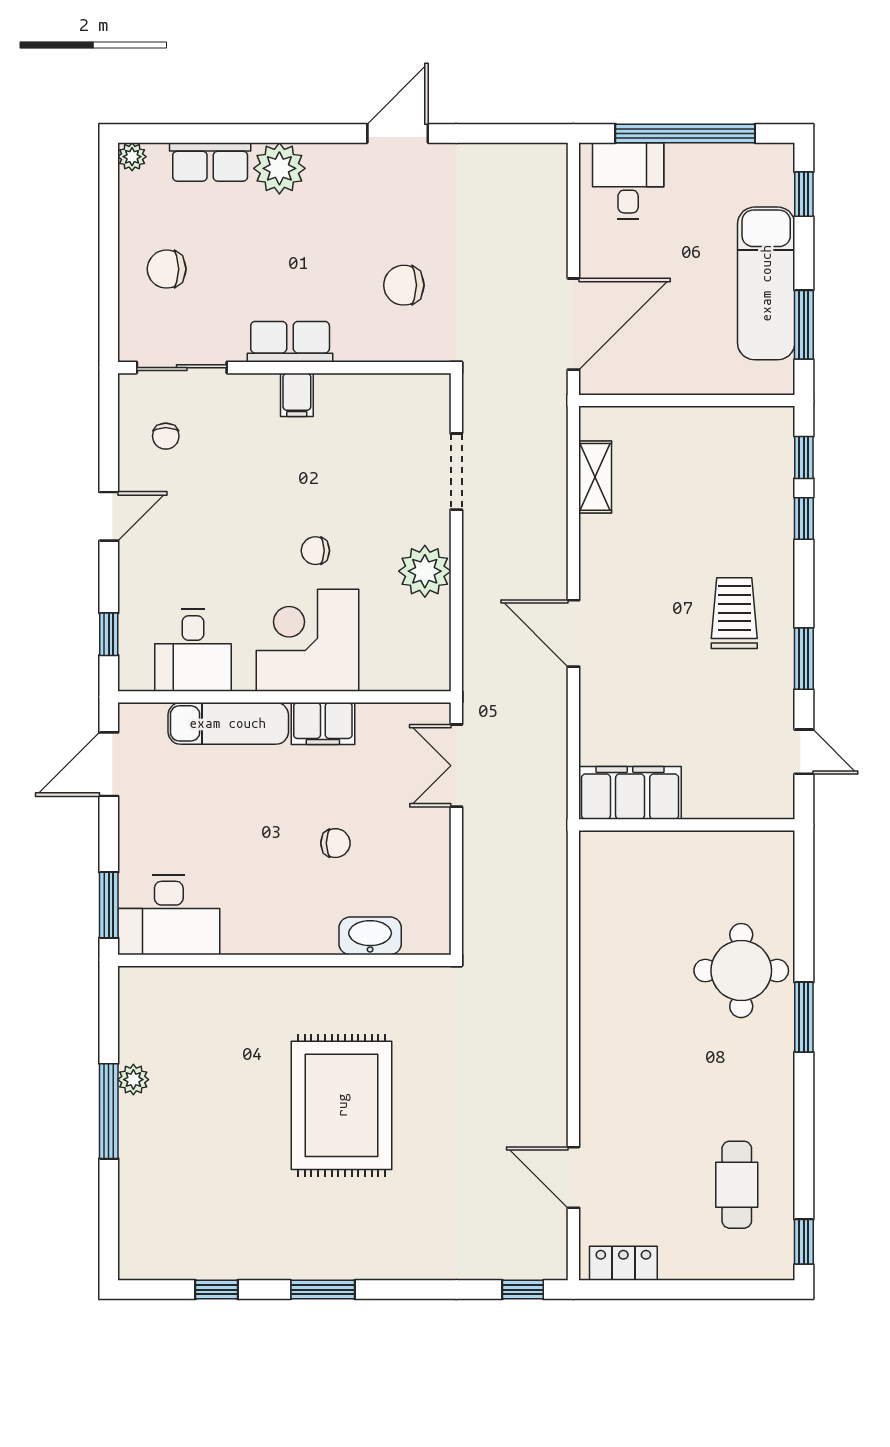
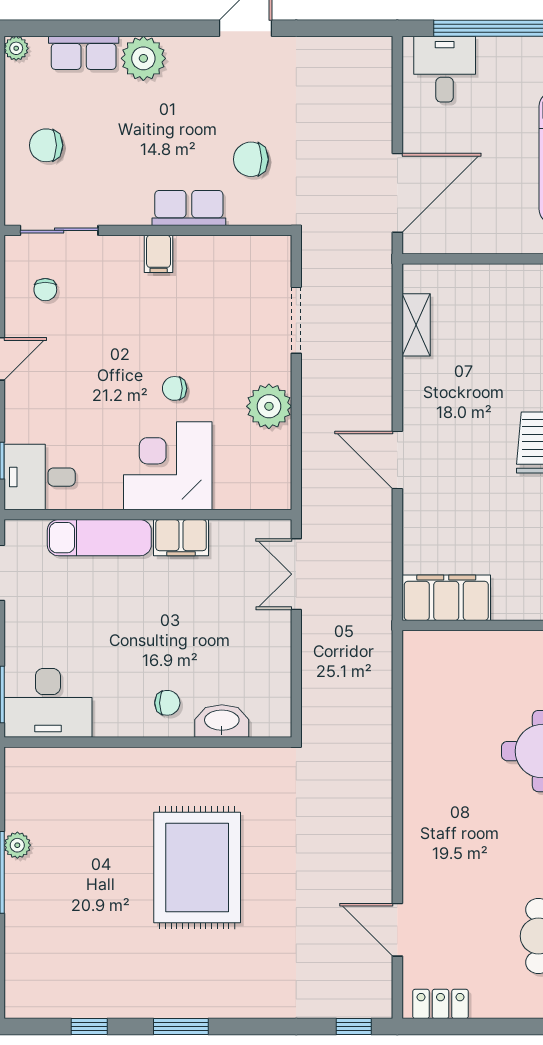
row of seats: (290, 342) -> (189, 208), moved
desk: (193, 650) -> (40, 477), moved, turned 90
chair: (335, 843) -> (167, 703), moved

